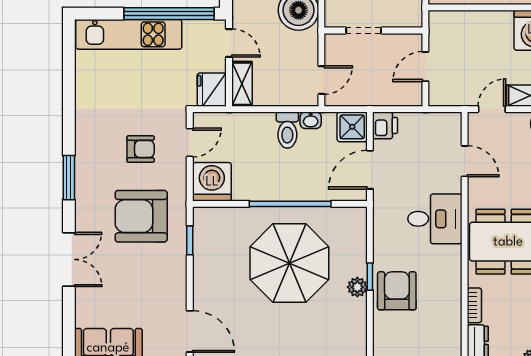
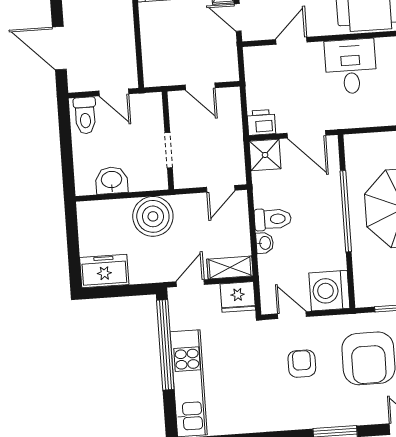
door: (321, 80) -> (221, 189), swing flipped
washbasin: (311, 120) -> (265, 243), moved

